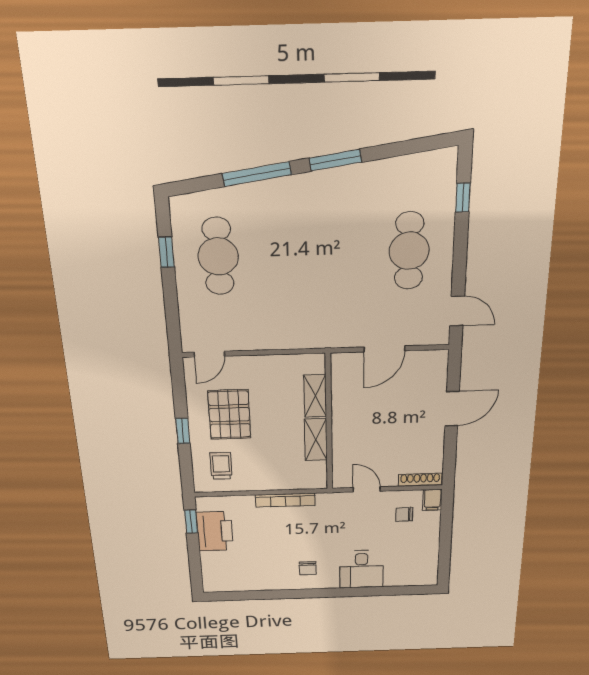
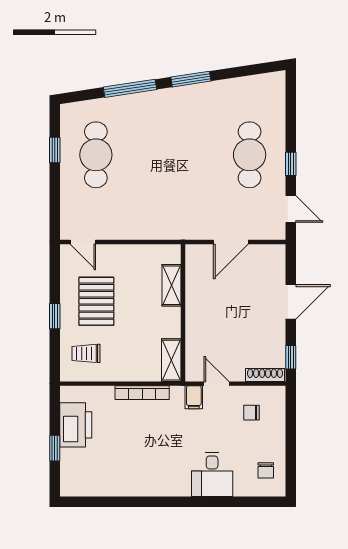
window: (463, 198) -> (291, 164), moved
door: (209, 354) -> (83, 242), hinge flipped
shelving: (316, 440) -> (171, 360), moved
window: (449, 462) -> (291, 357), added
trolley: (221, 466) -> (86, 353), turned -90
filing cabinet: (432, 500) -> (194, 397), moved
window: (191, 522) -> (55, 448), moved
chair: (308, 568) -> (266, 470), moved

